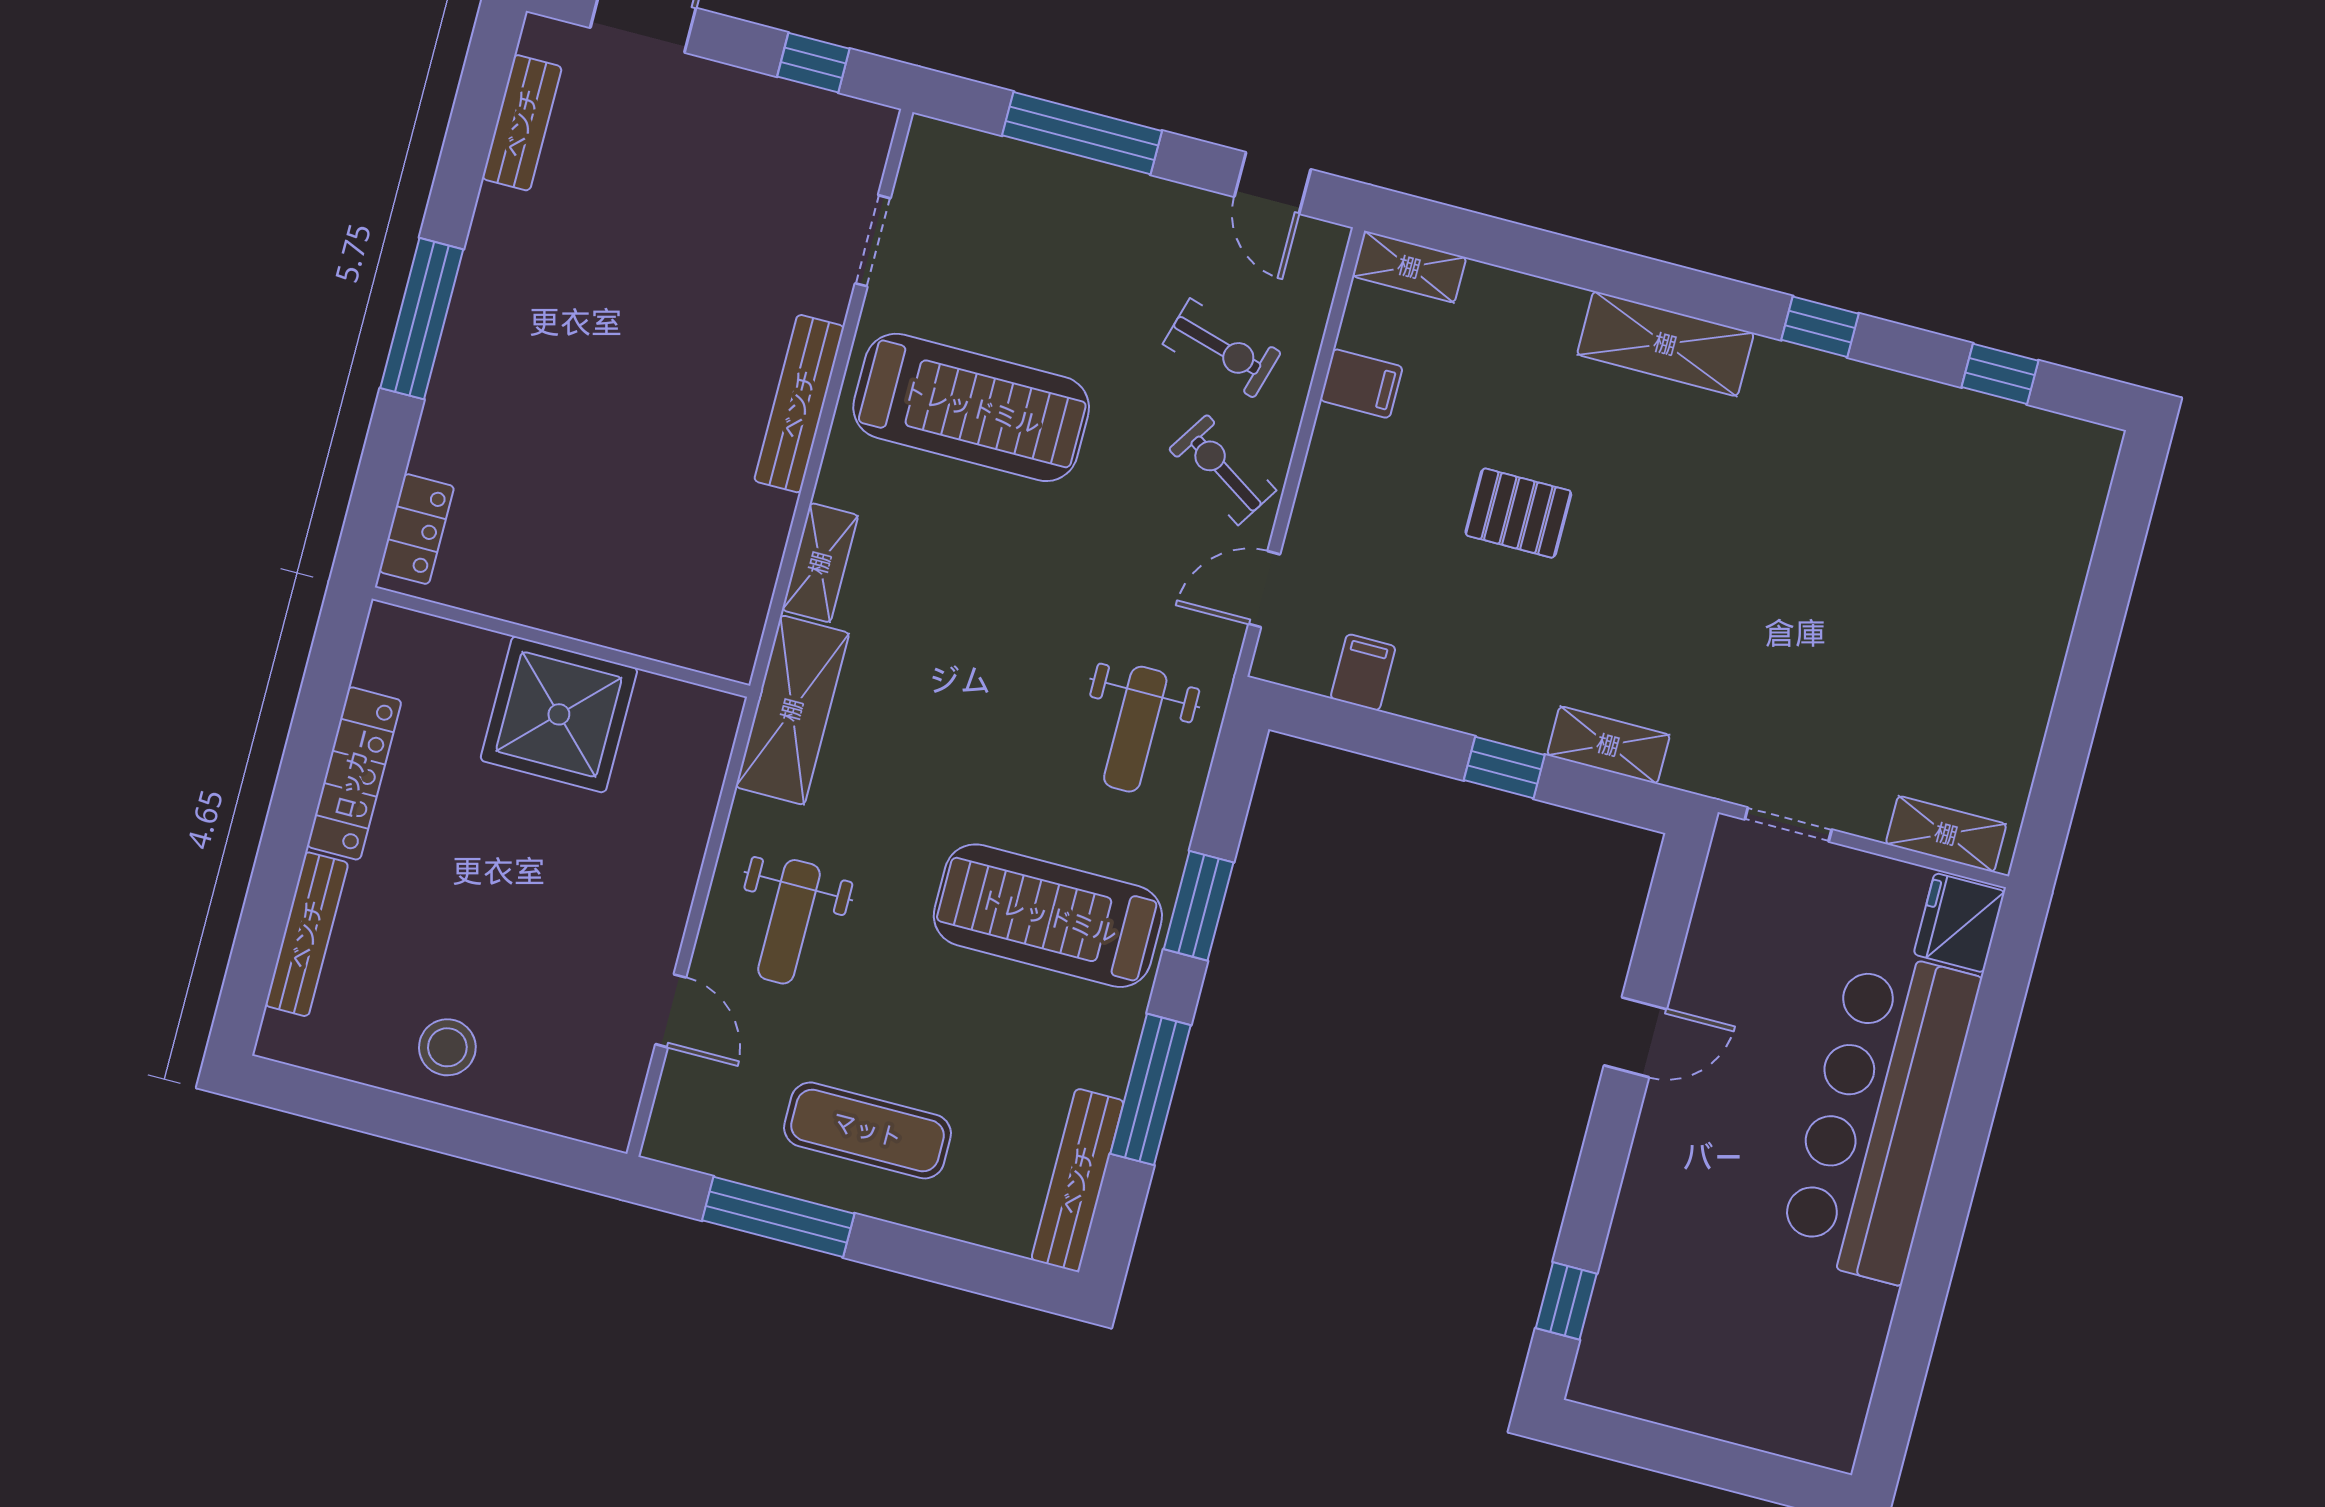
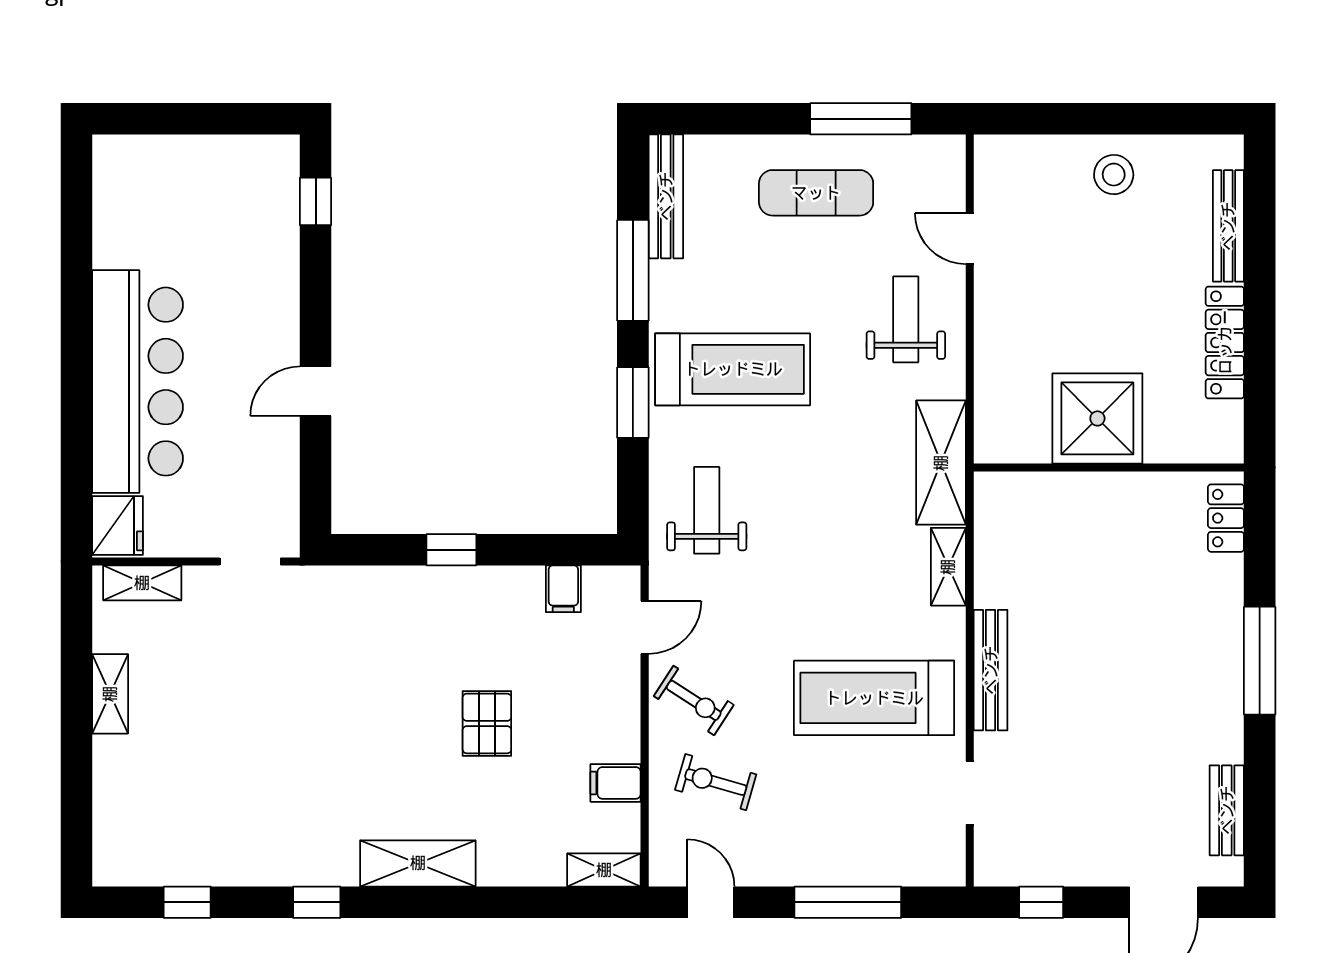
pallet: (1518, 513) -> (487, 723), turned 90
shelving: (1608, 745) -> (110, 694), moved, turned 90

